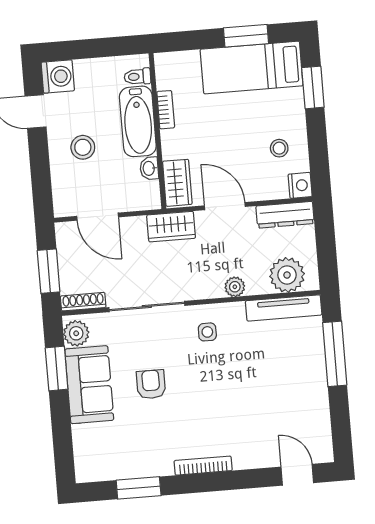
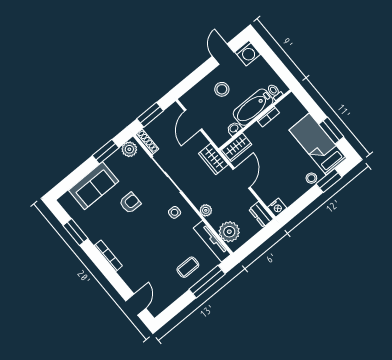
stool: (279, 148) -> (311, 178), moved
dresser: (285, 215) -> (261, 214), width x0.70
coffee table: (296, 367) -> (188, 267), added
sofa: (89, 385) -> (94, 186), moved

